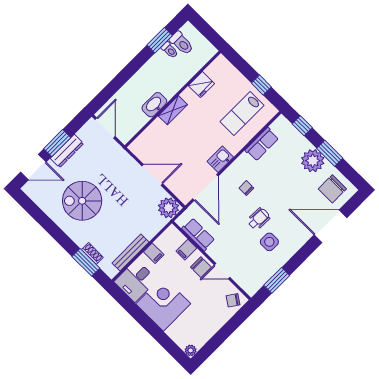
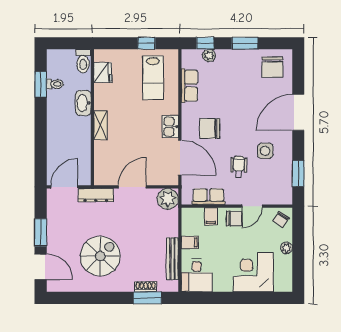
toilet: (181, 43) -> (83, 61), moved, turned 90
fridge: (201, 85) -> (103, 72), moved
washbasin: (154, 105) -> (83, 103), moved
door: (105, 128) -> (64, 187), hinge flipped
dresser: (67, 151) -> (96, 195), moved, turned 90
plant: (313, 161) -> (209, 55), moved, width x0.53, depth x0.53
door: (33, 167) -> (41, 267), hinge flipped
chair: (246, 188) -> (210, 129), width x1.87, depth x1.87
spiral stairs: (82, 201) -> (100, 256), turned 180
wheelchair: (259, 219) -> (239, 167), moved
door: (331, 226) -> (298, 112), moved
corner desk: (163, 304) -> (253, 272), moved
plant: (191, 350) -> (286, 248), moved

